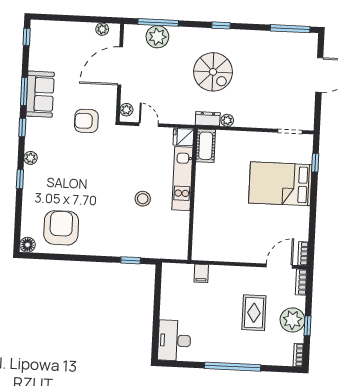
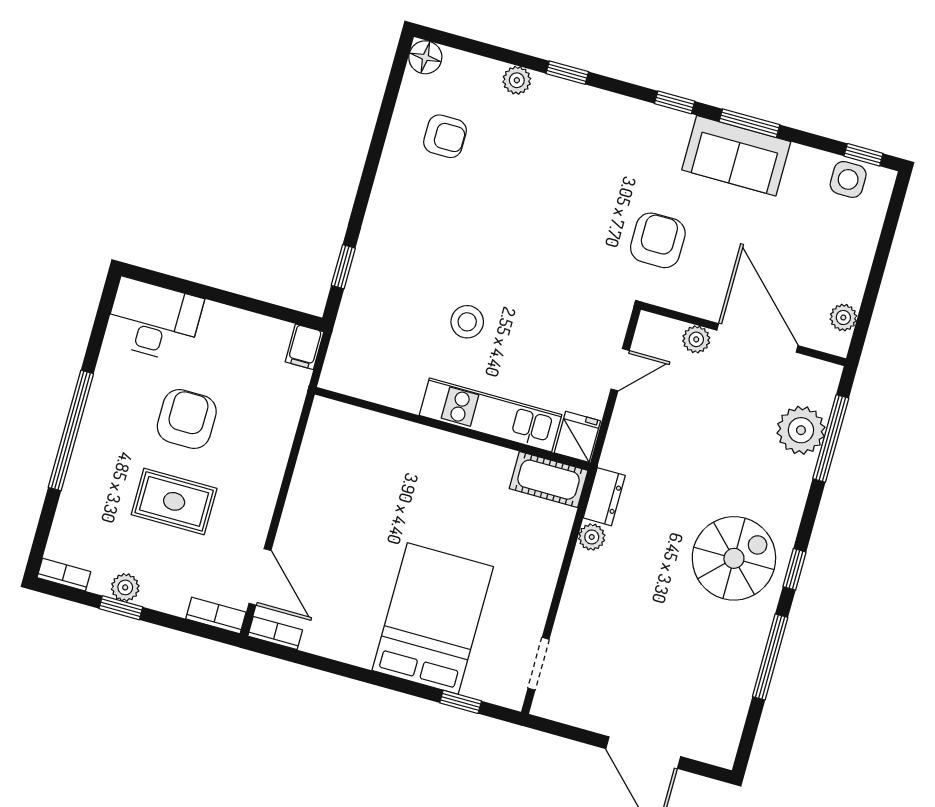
window: (290, 29) -> (770, 657), moved
side table: (39, 41) -> (848, 179), added
spiral stairs: (213, 72) -> (734, 558), moved, turned 180
plant: (126, 110) -> (696, 339), moved
plant: (31, 158) -> (517, 80), moved
armchair: (61, 228) -> (445, 136), width x0.53, depth x0.53
filing cabinet: (201, 273) -> (304, 347), moved, turned -90
armchair: (215, 315) -> (187, 419), added
plant: (292, 320) -> (125, 587), width x0.53, depth x0.53

